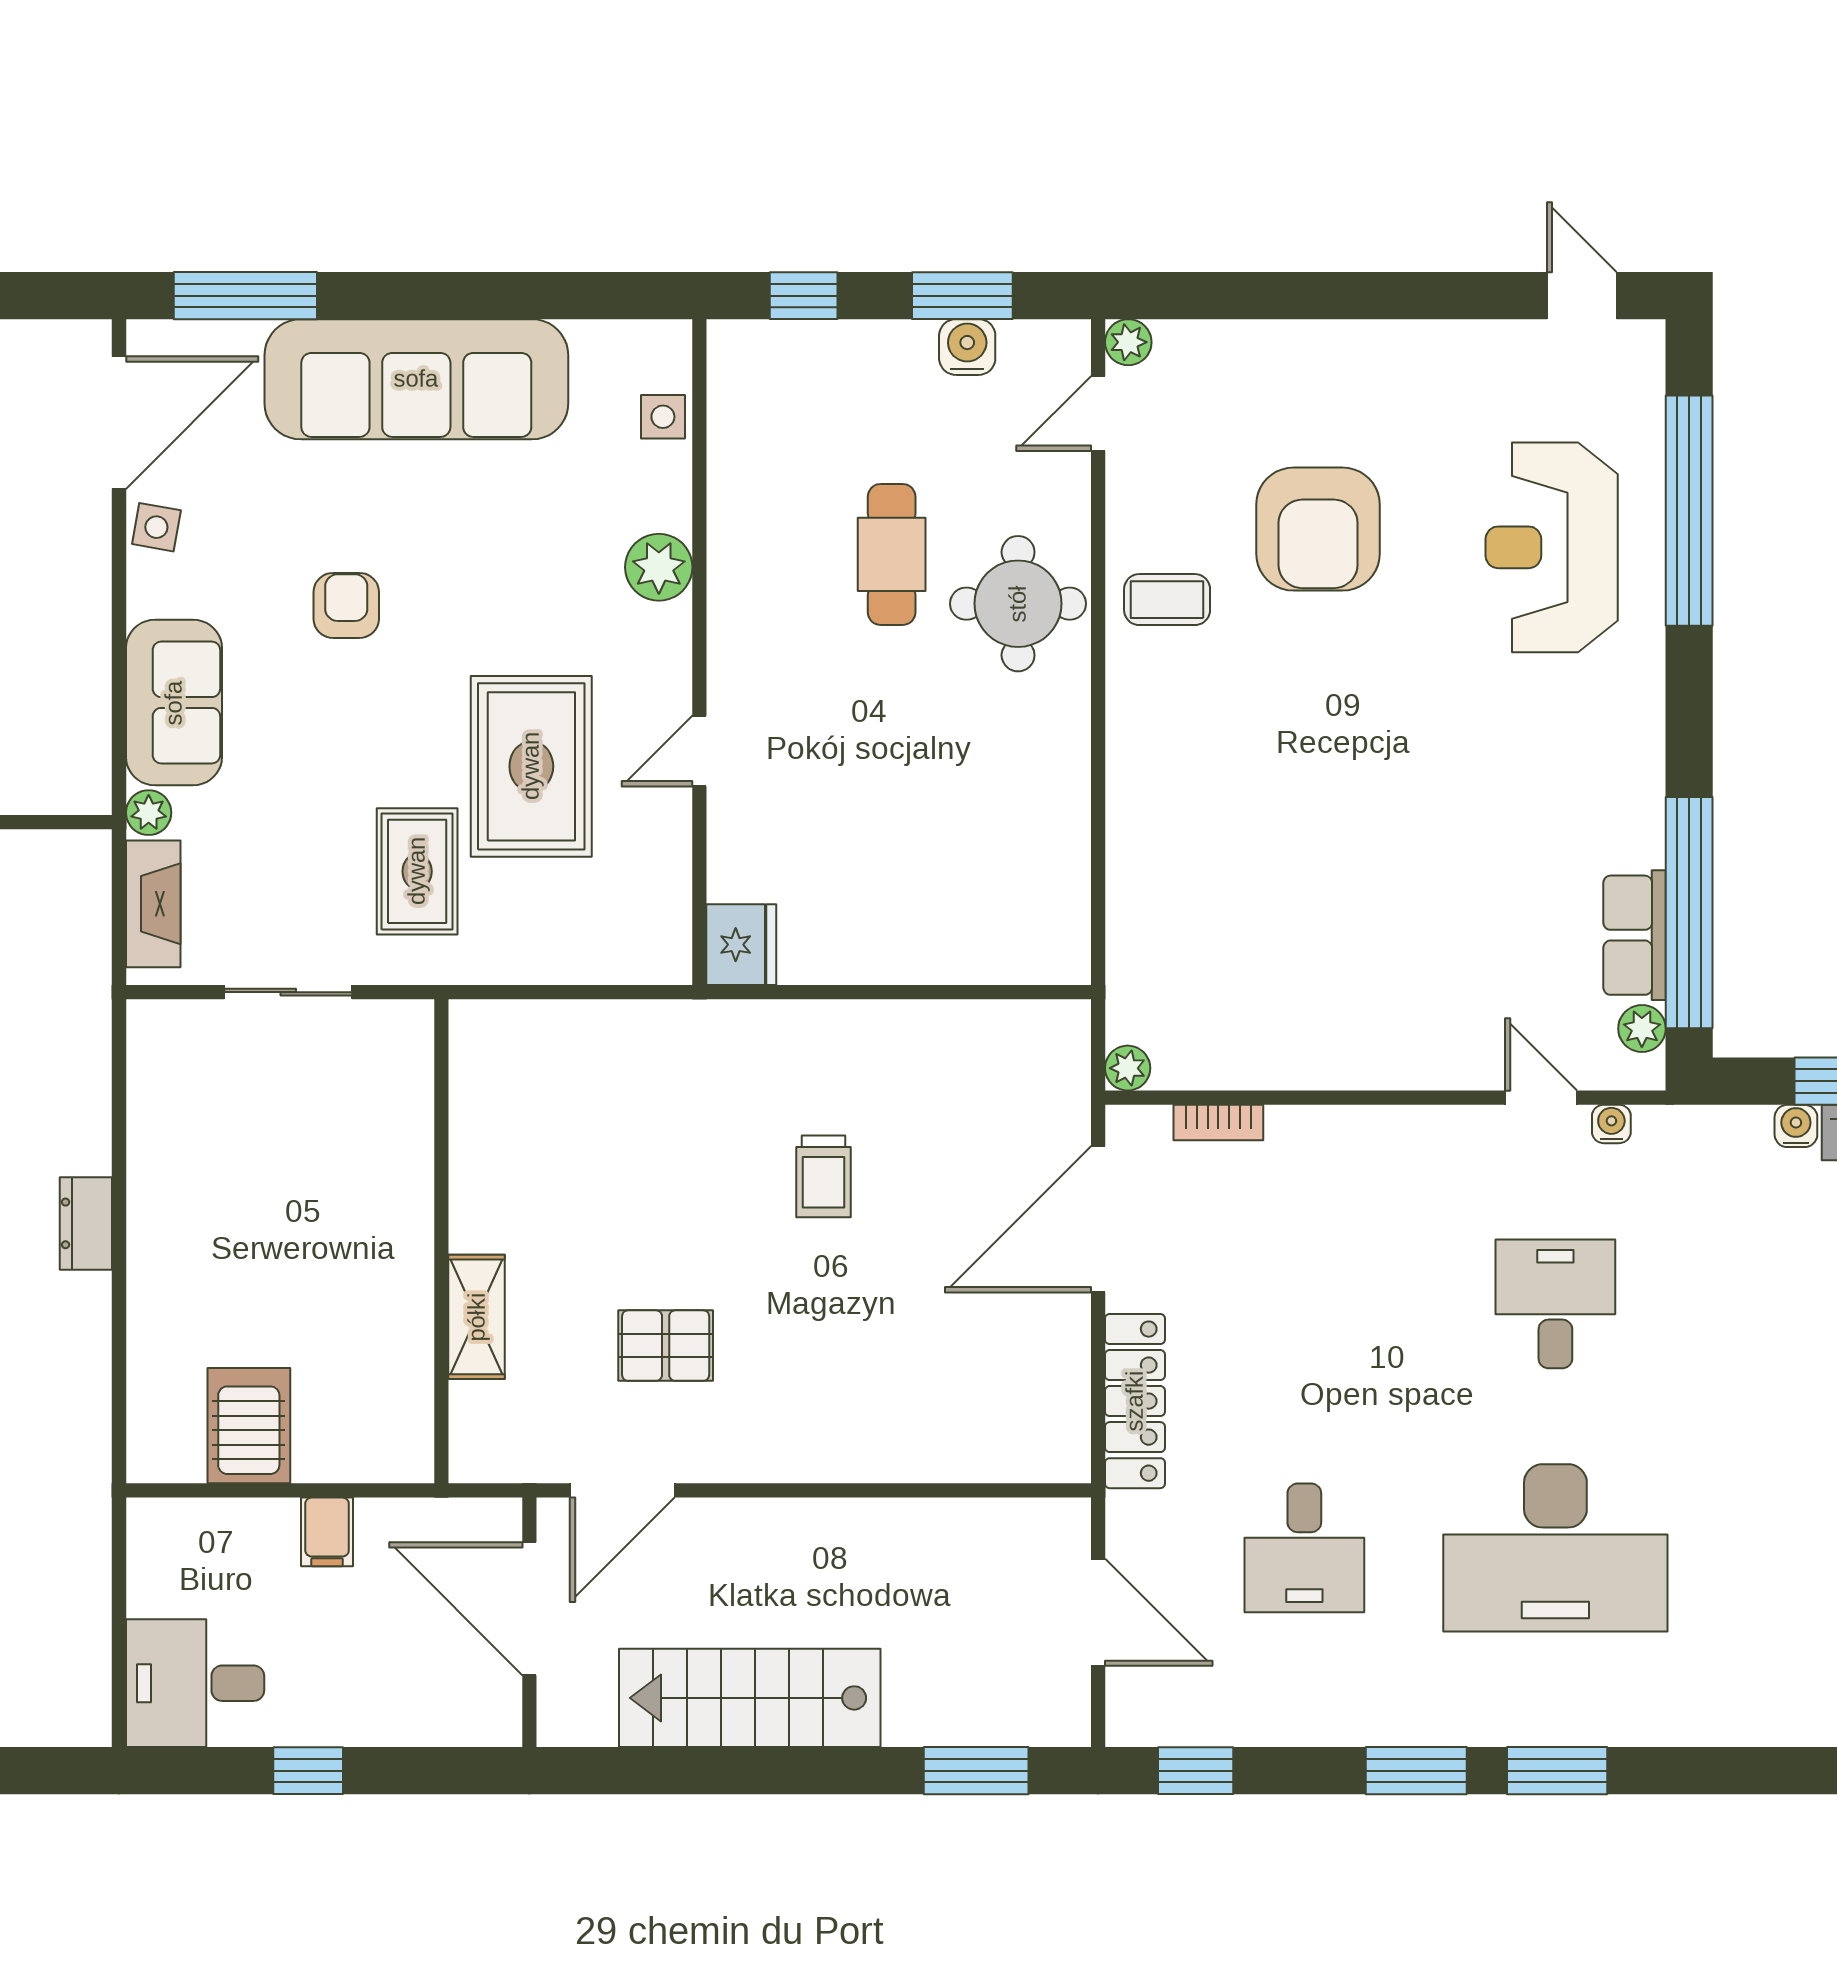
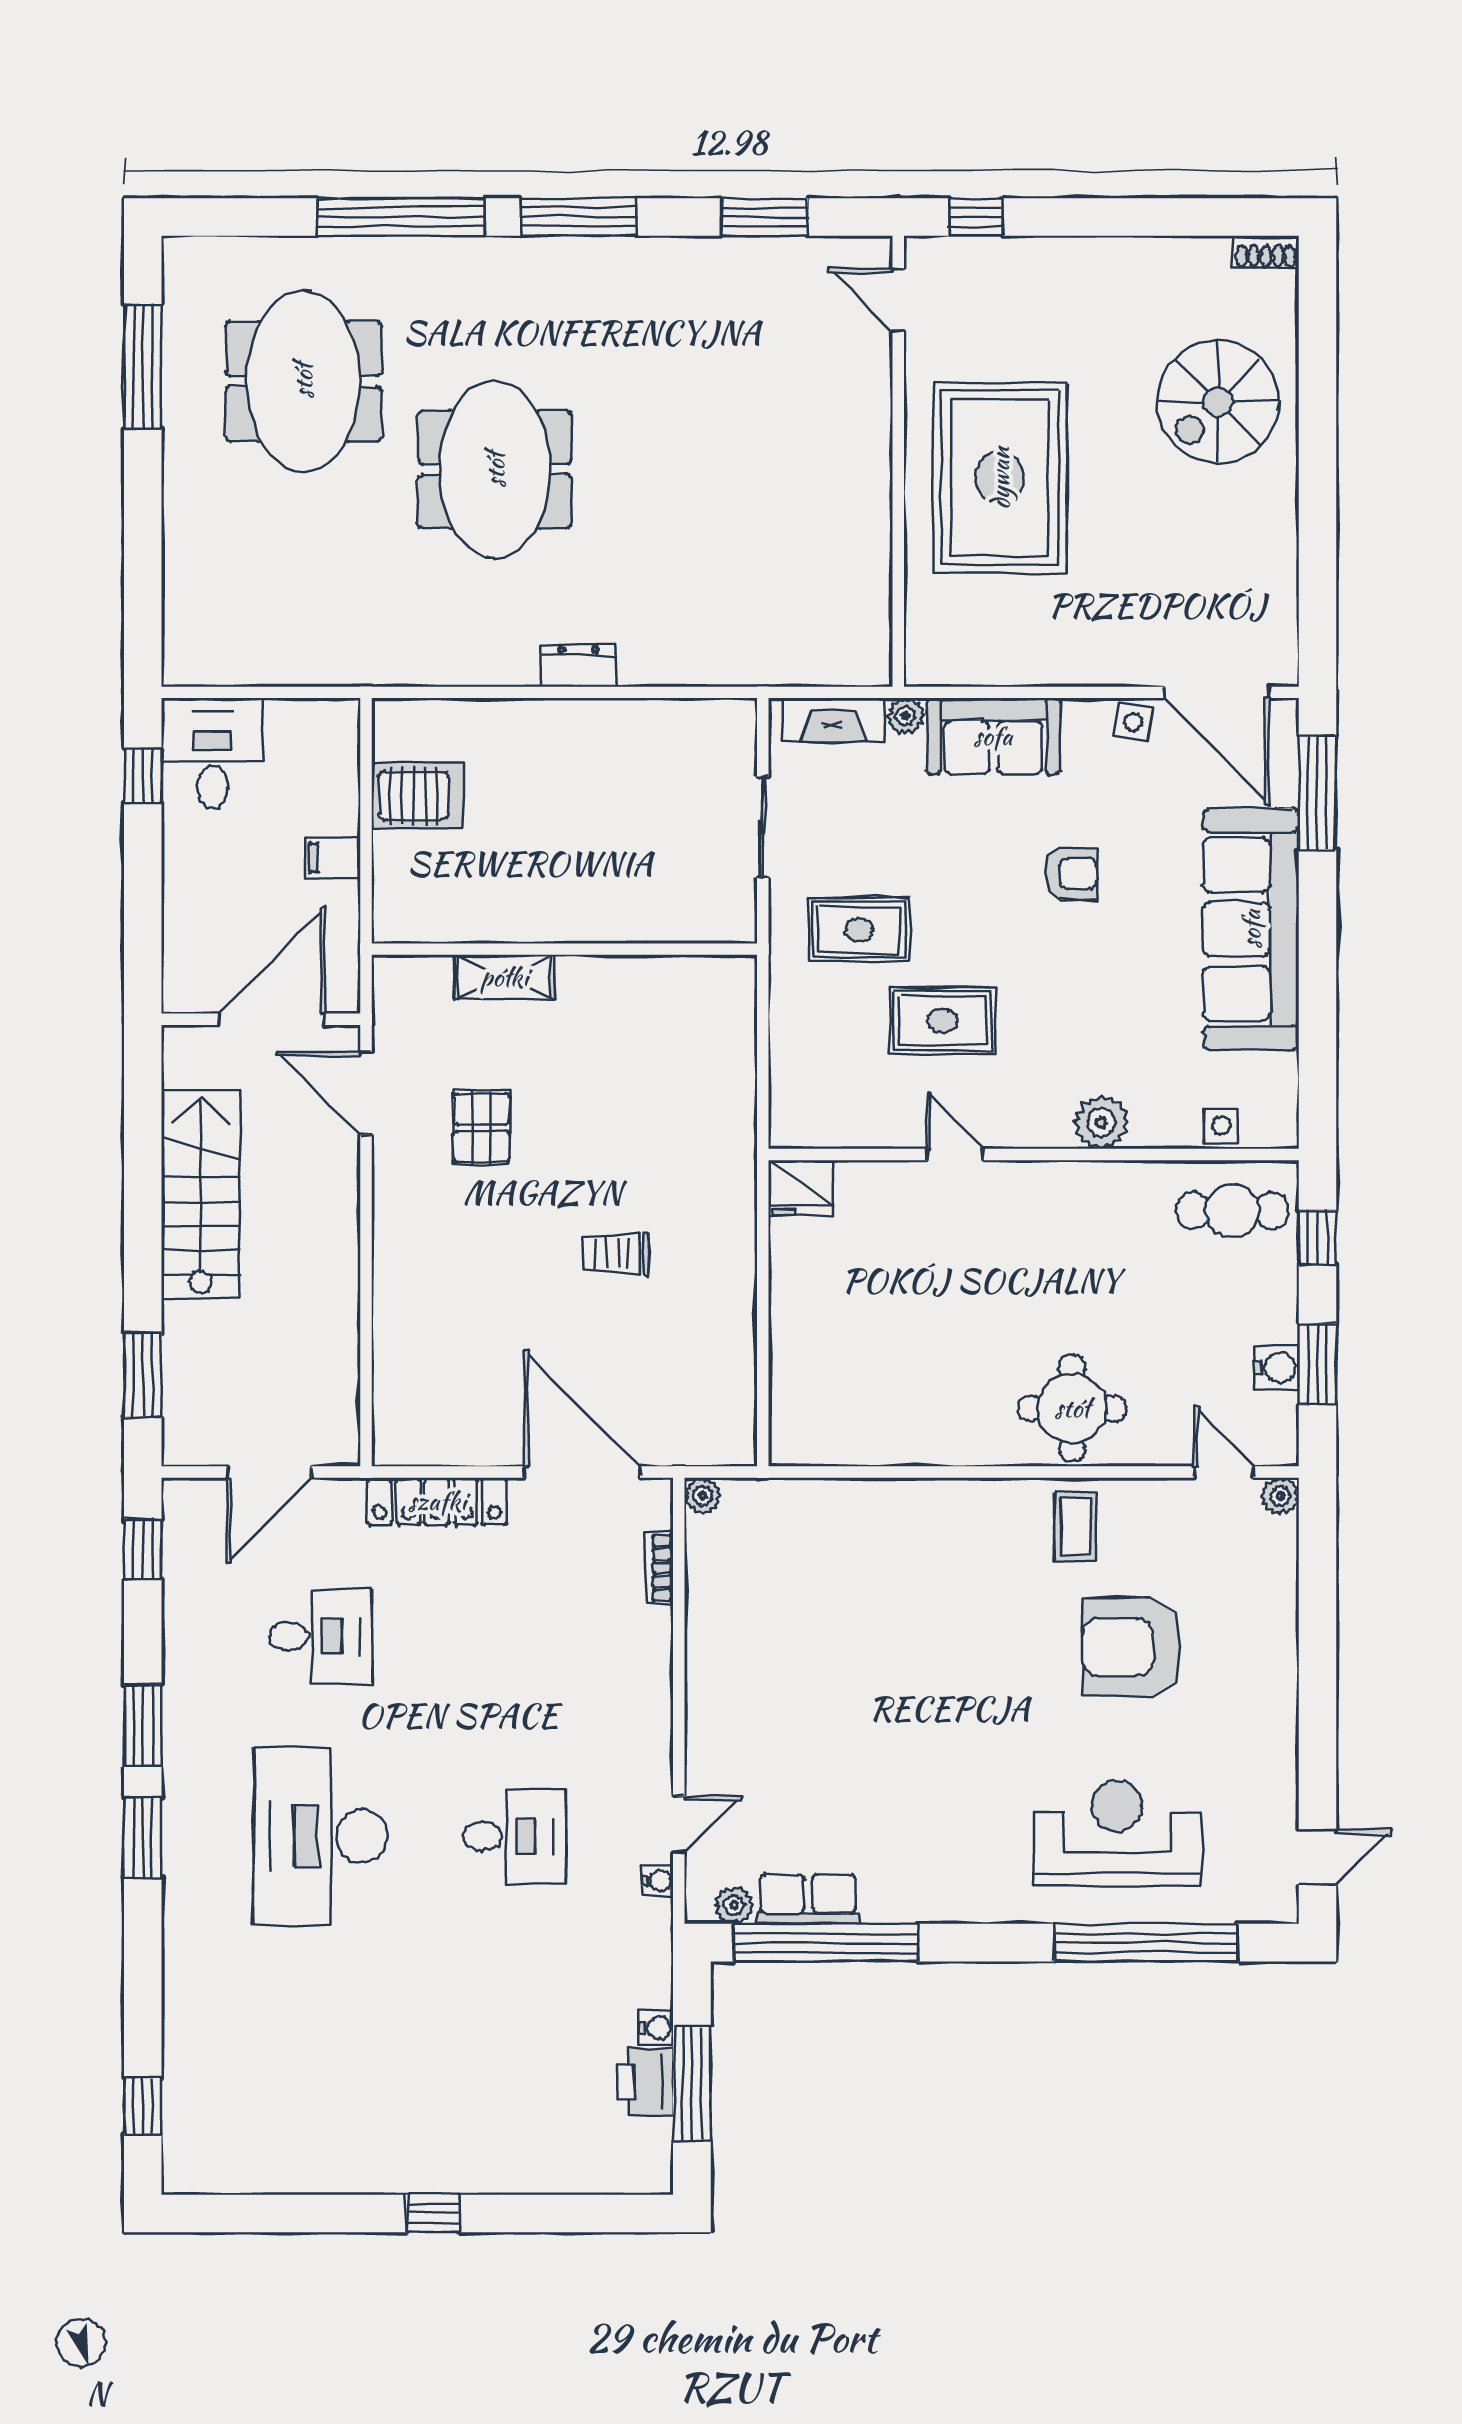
cafe table: (892, 554) -> (1232, 1211), moved
rug: (531, 766) -> (943, 1021), width x0.73, depth x0.70
desk: (1304, 1548) -> (320, 1636), turned 180
window: (308, 1771) -> (143, 776), moved

